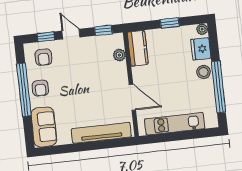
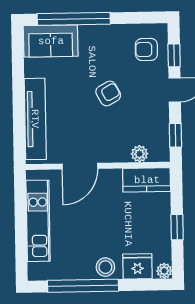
armchair: (40, 88) -> (108, 93), moved, turned 151
window: (24, 90) -> (74, 19), moved

